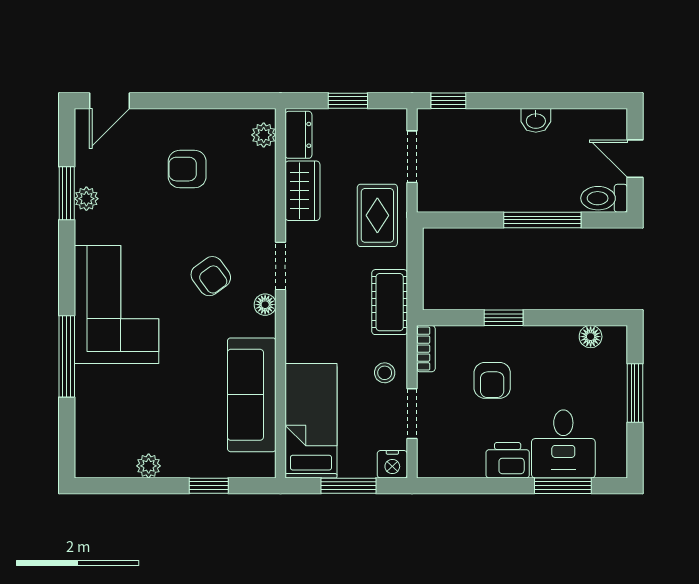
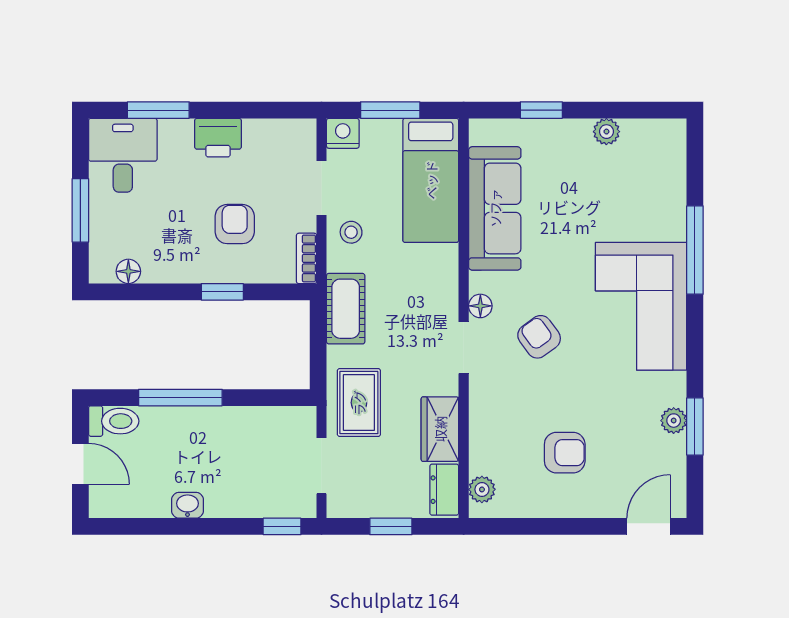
desk: (563, 444) -> (123, 155), moved

